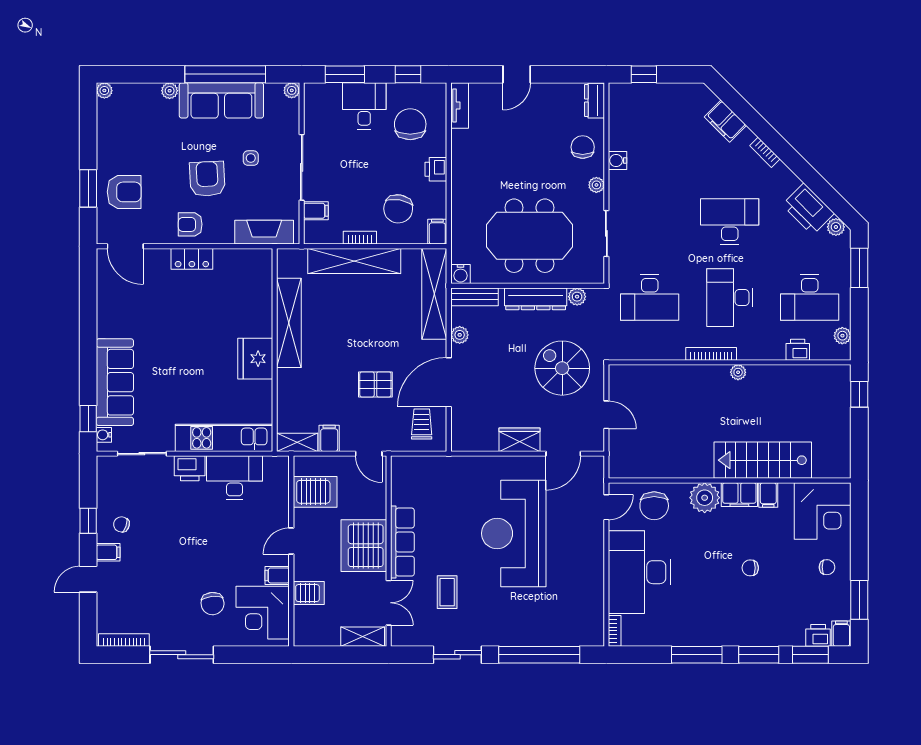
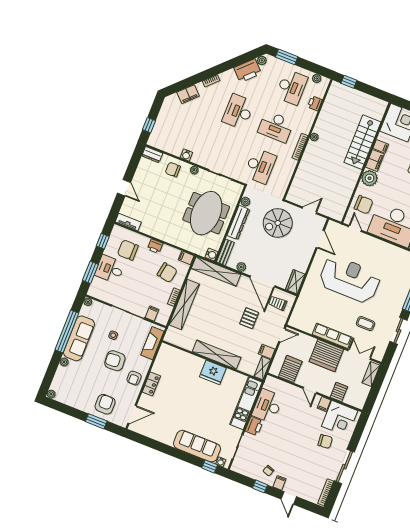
shelving: (289, 323) -> (217, 355), moved
wardrobe: (519, 440) -> (295, 282), moved
reception desk: (514, 533) -> (350, 279), turned 180

